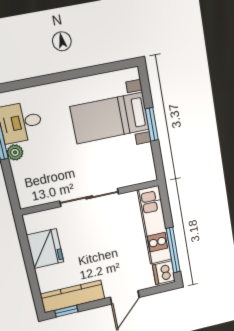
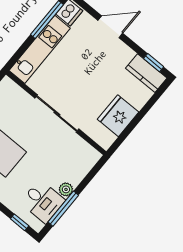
window: (18, 85) -> (20, 222), added
kitchen counter: (73, 296) -> (146, 73), width x0.67

